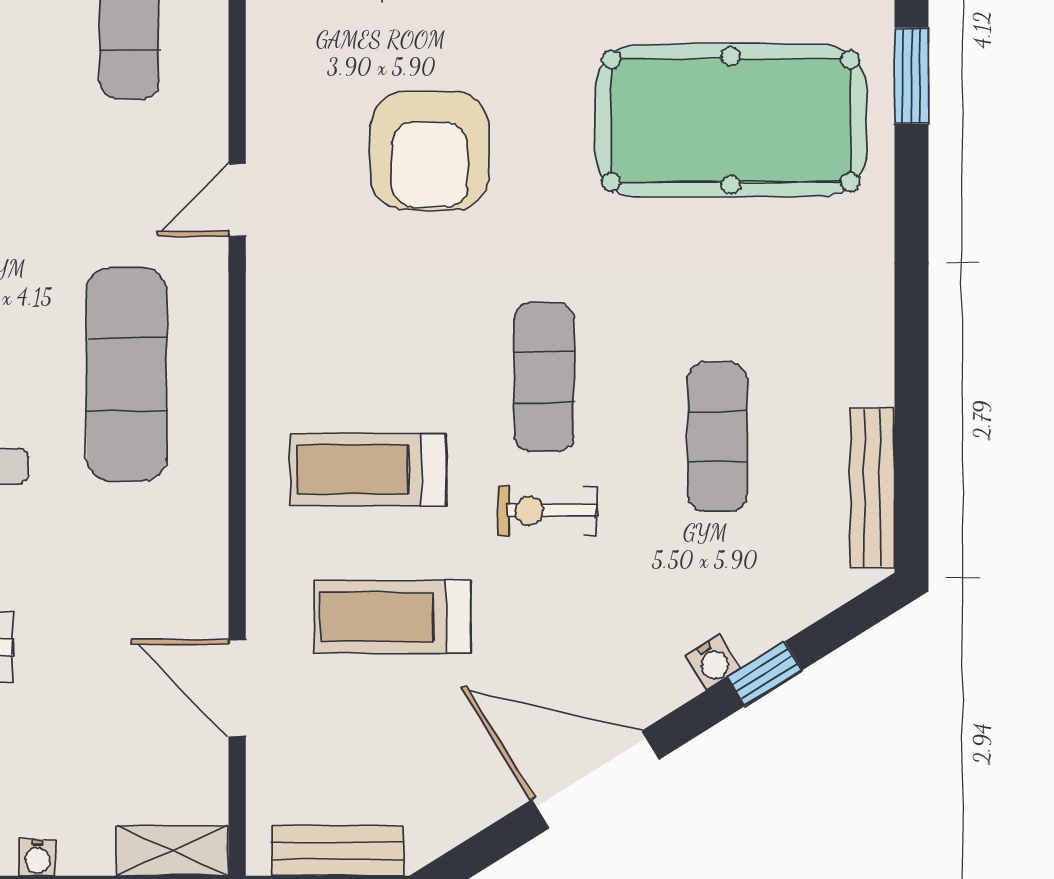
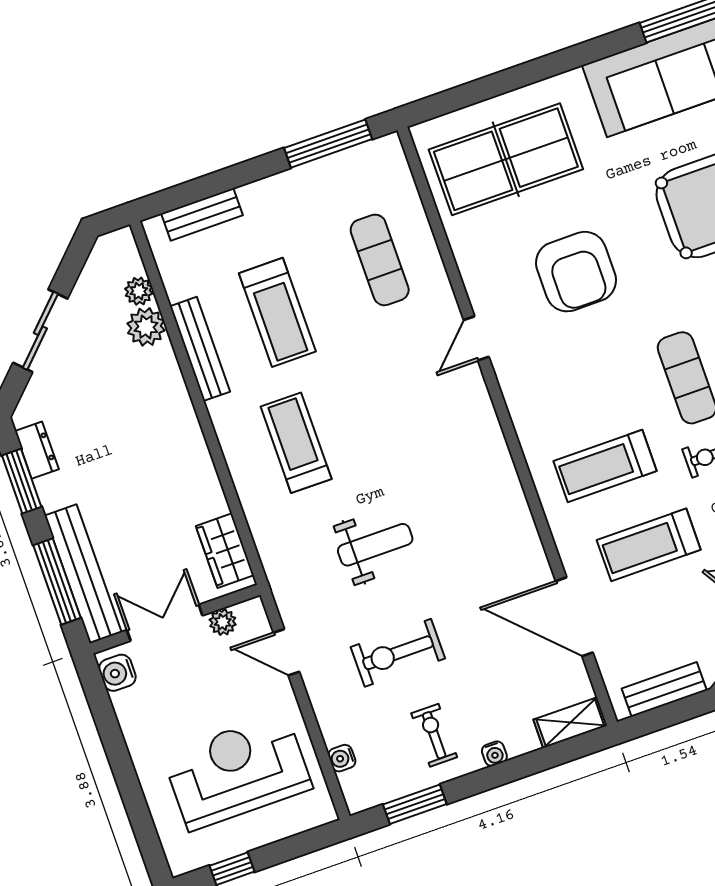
exercise mat: (127, 374) -> (448, 460), removed
door: (237, 688) -> (574, 617), width x1.36

